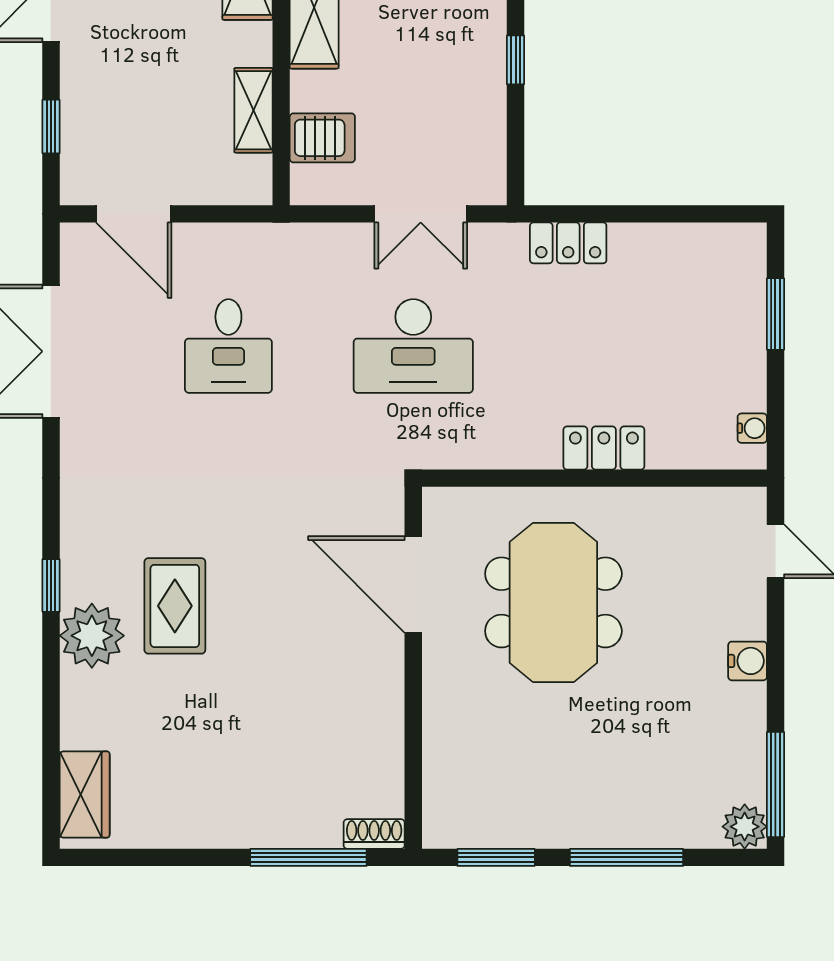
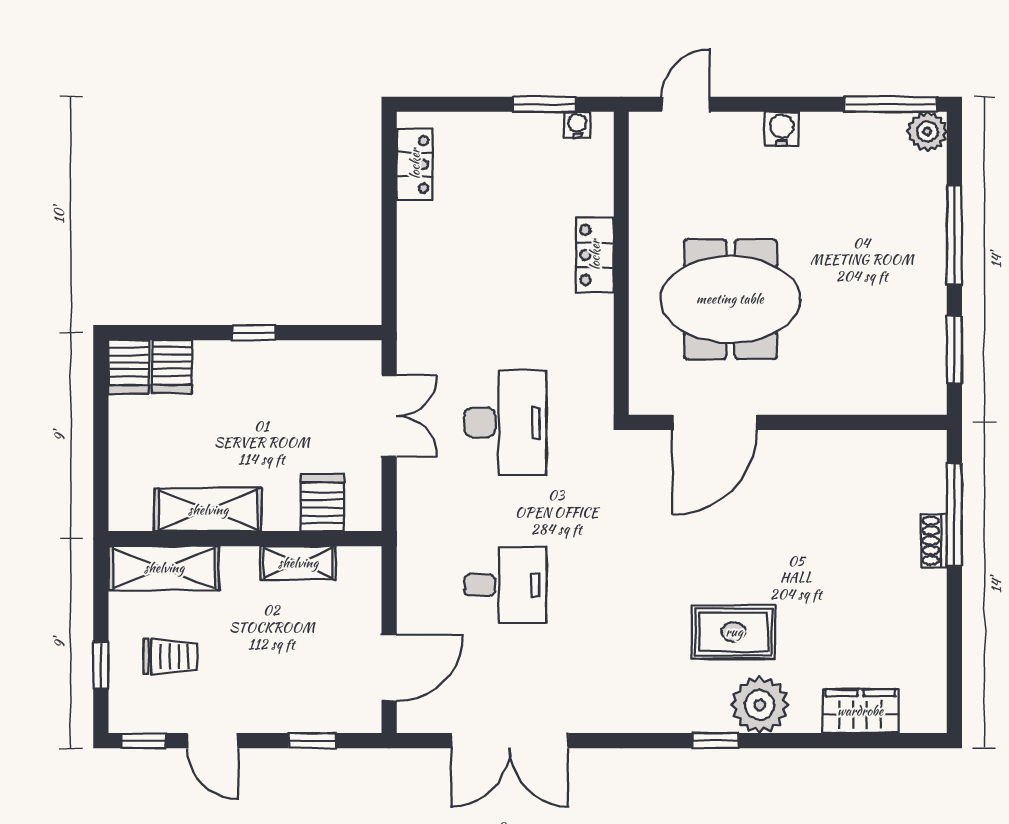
locker: (568, 243) -> (415, 164), moved
window: (775, 314) -> (544, 104), moved
wardrobe: (85, 794) -> (860, 711), moved
shoe rack: (374, 834) -> (934, 541), moved

